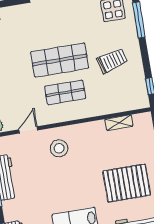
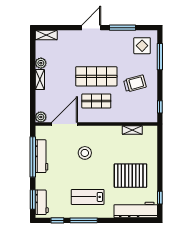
door: (28, 130) -> (64, 124), width x1.88
stool: (59, 148) -> (85, 153), moved

